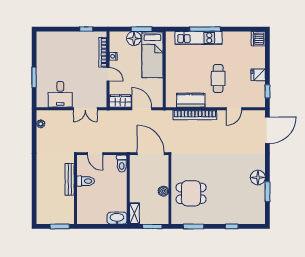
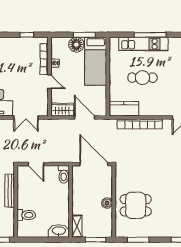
cafe table: (218, 78) -> (142, 78), moved, turned 90
kitchen counter: (191, 100) -> (124, 109), moved
toilet: (86, 181) -> (26, 215), moved

